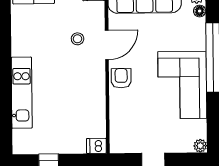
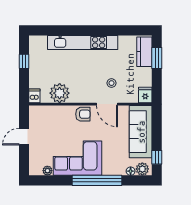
kitchen unit: (22, 93) -> (83, 42), width x1.36
plant: (92, 111) -> (60, 93), added
plant: (200, 146) -> (47, 171), moved

